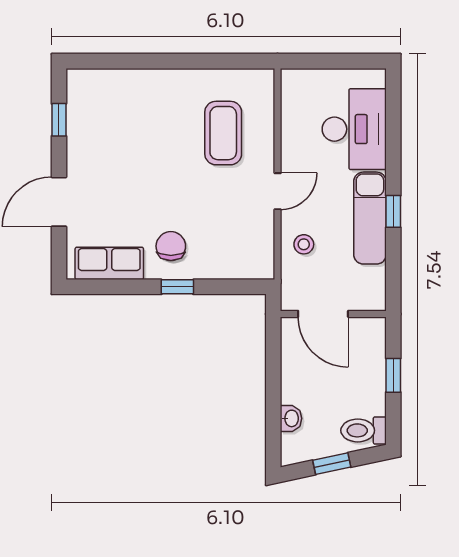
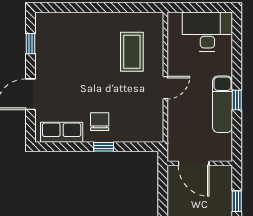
desk: (354, 129) -> (207, 31), moved, turned -90
stool: (304, 244) -> (182, 120), removed

